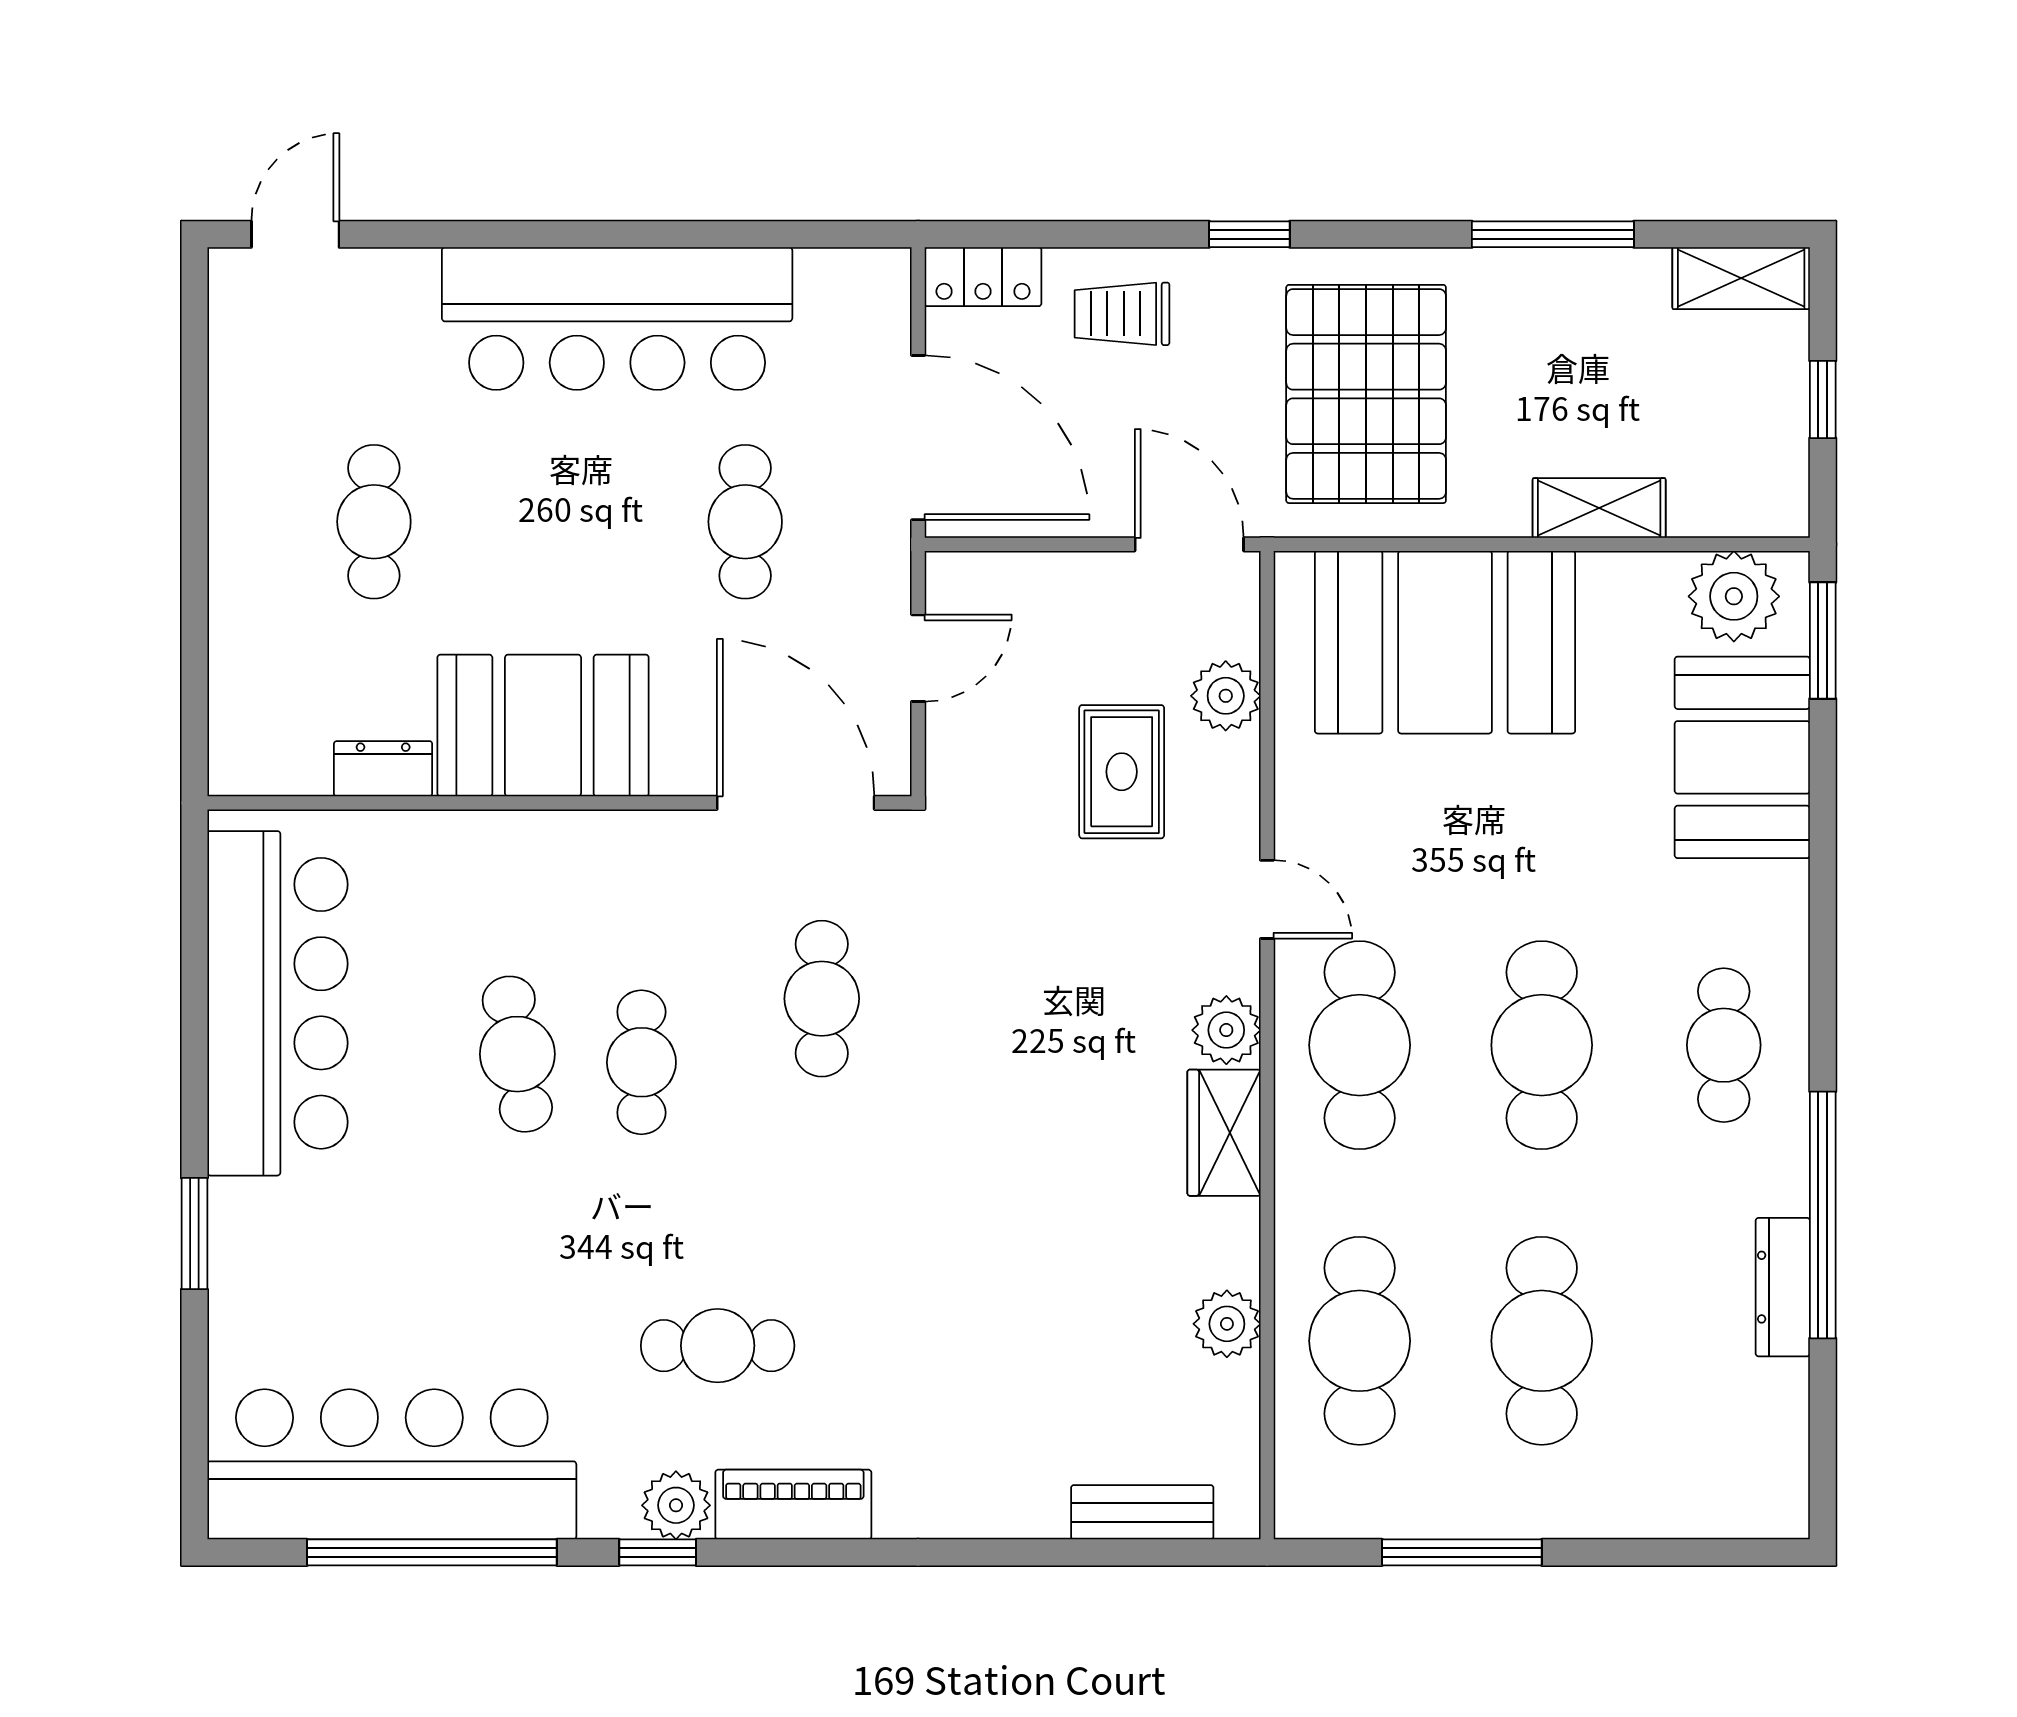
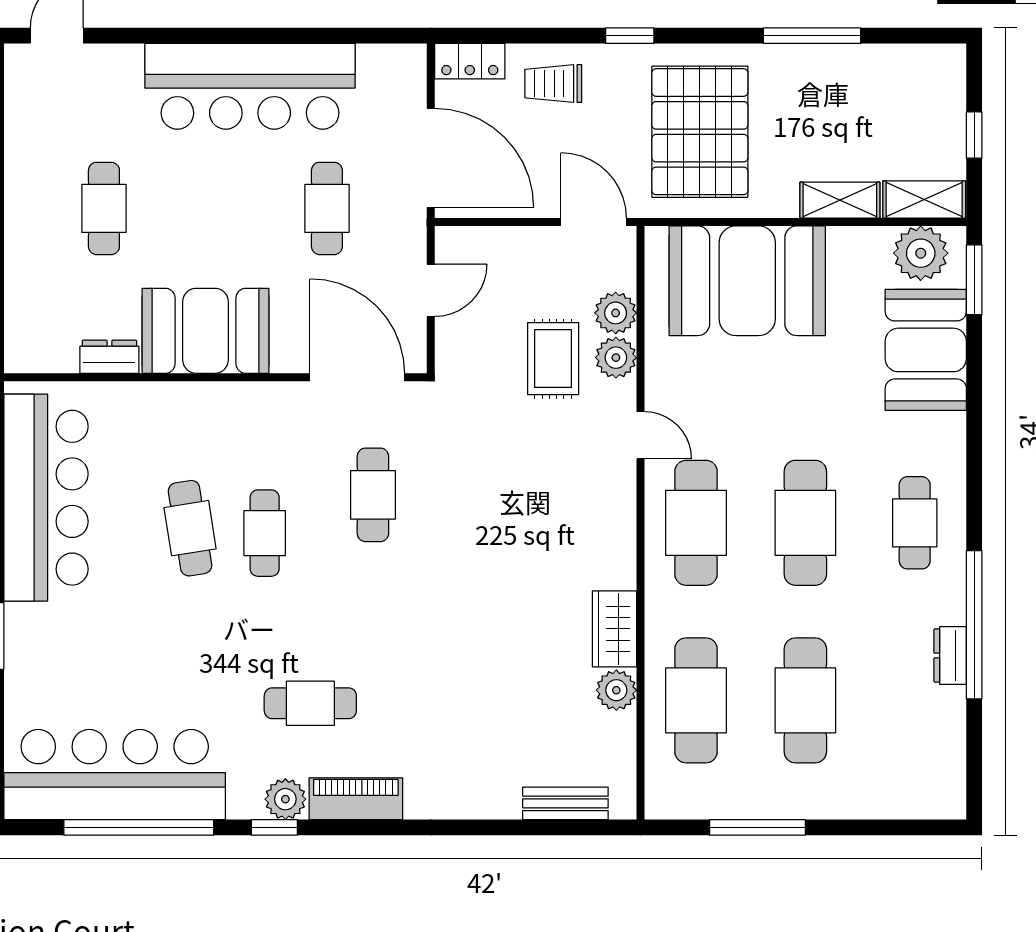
shelving: (1741, 278) -> (924, 200), moved
plant: (1226, 1030) -> (616, 358), moved
wardrobe: (1224, 1133) -> (614, 629), moved
dresser: (1783, 1287) -> (950, 655), width x0.70

